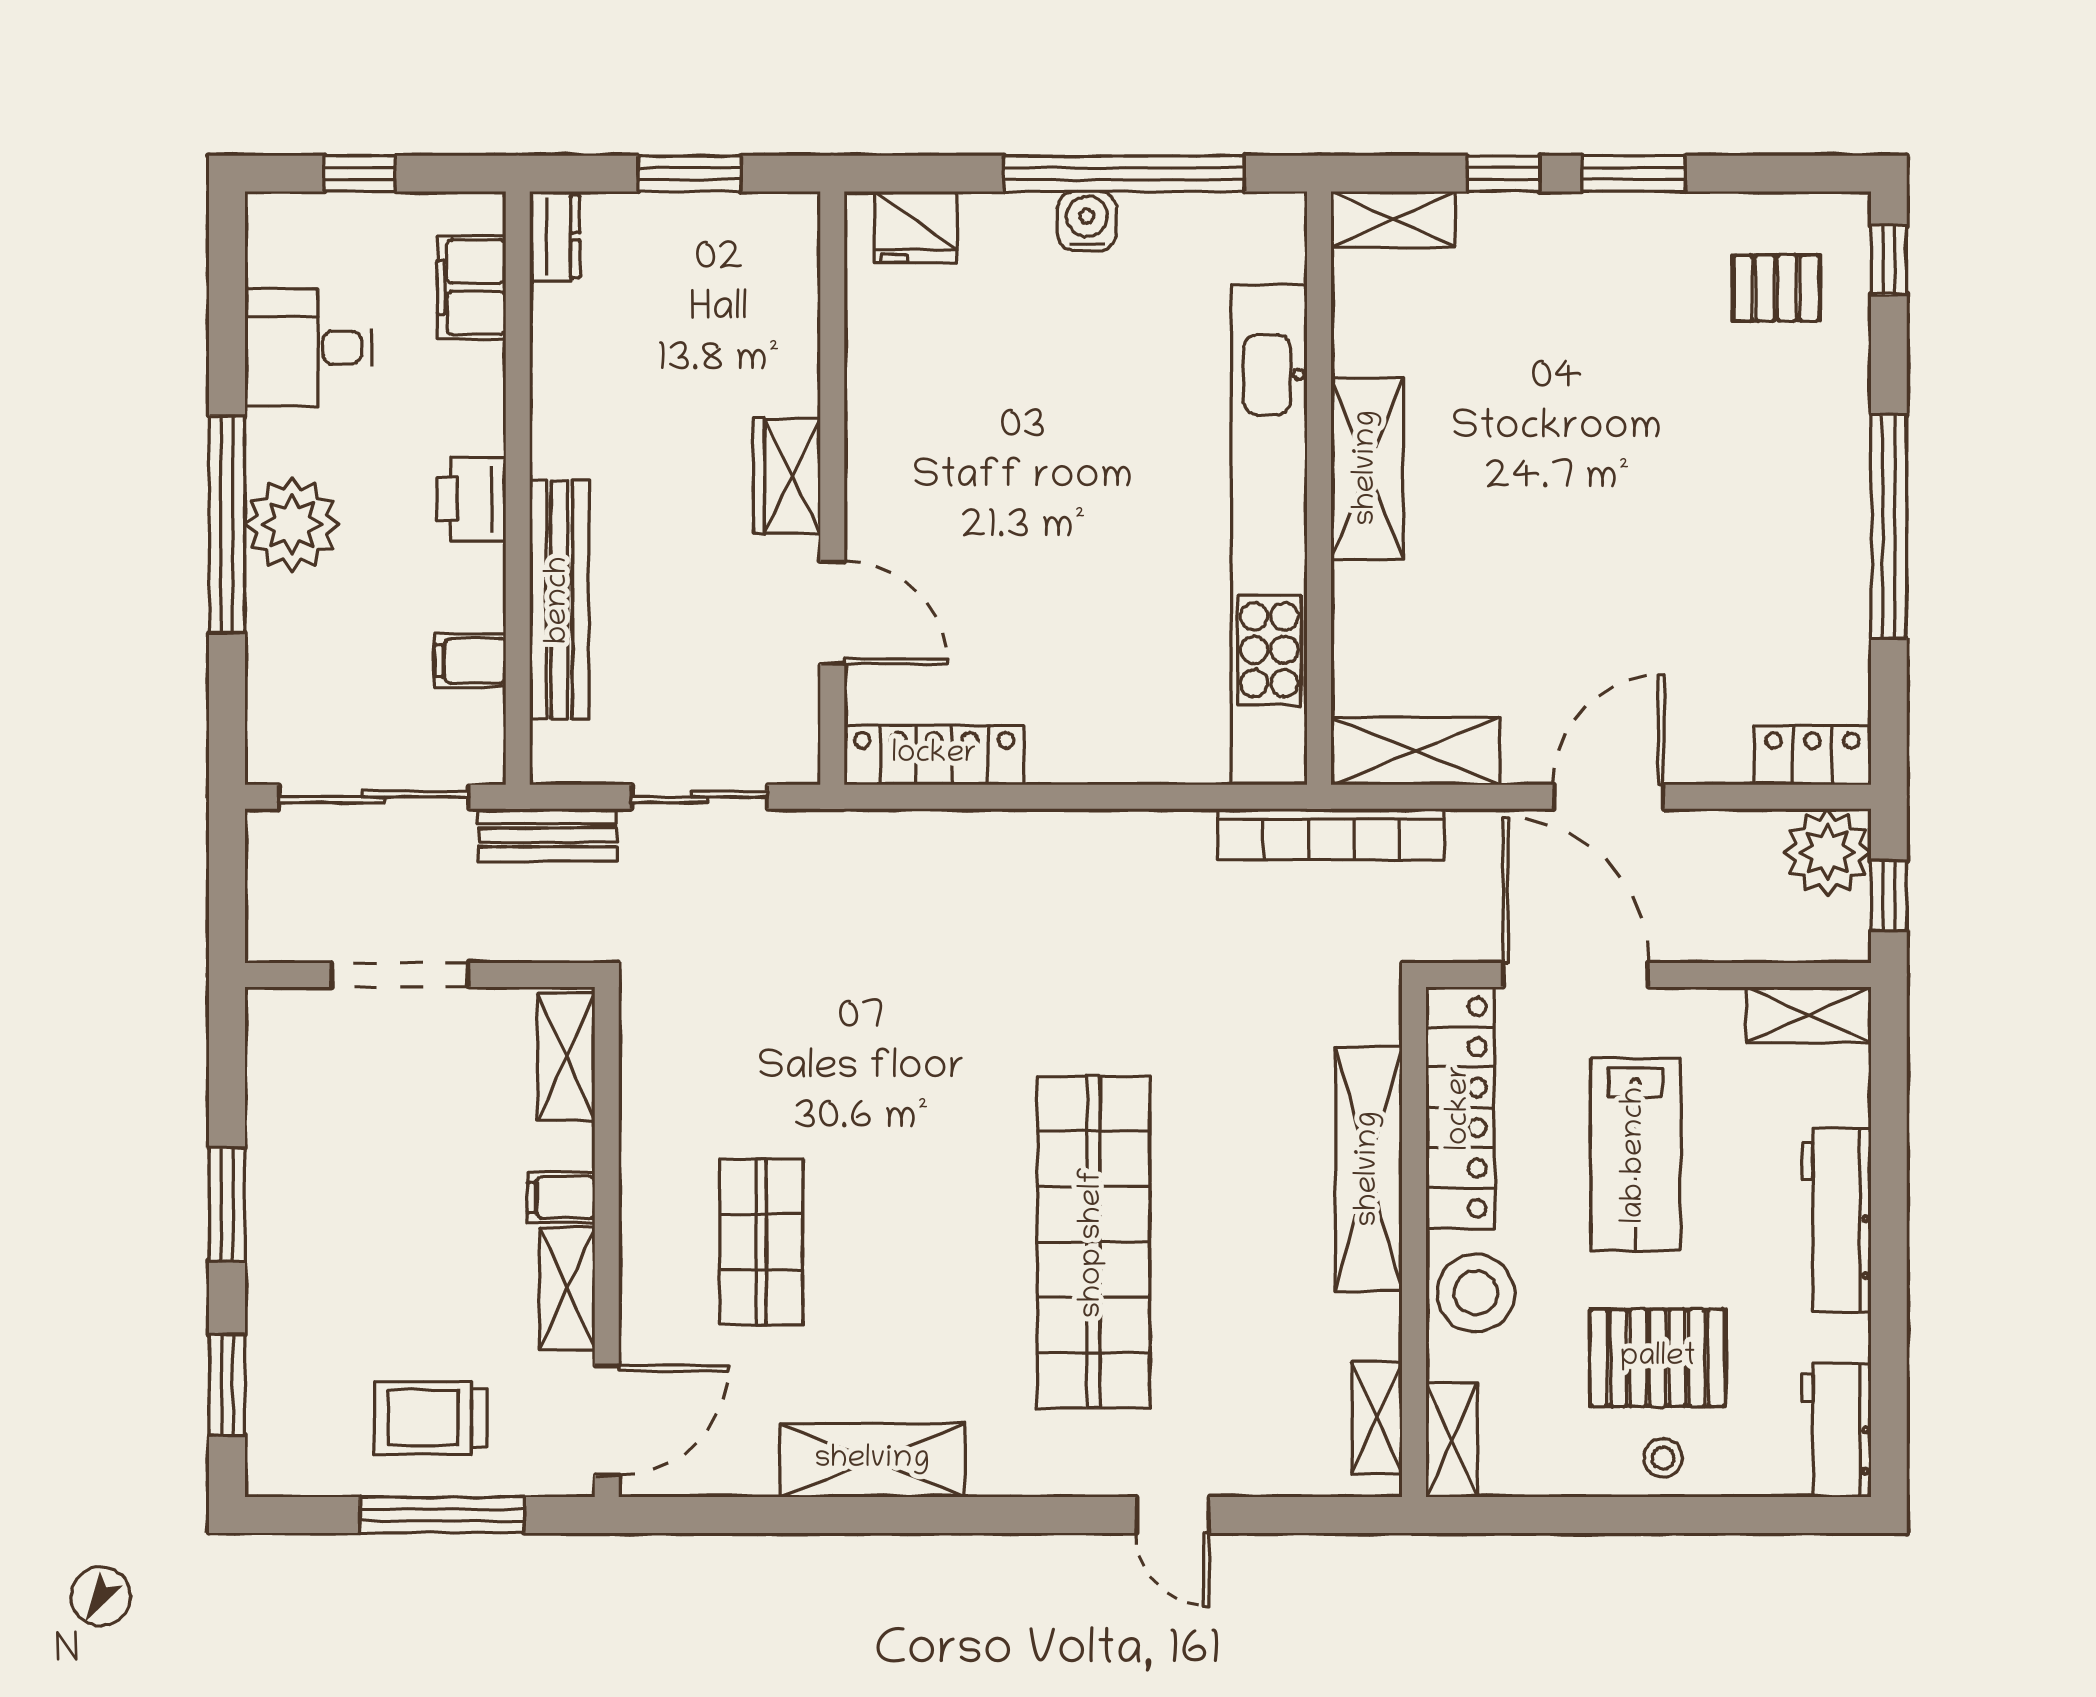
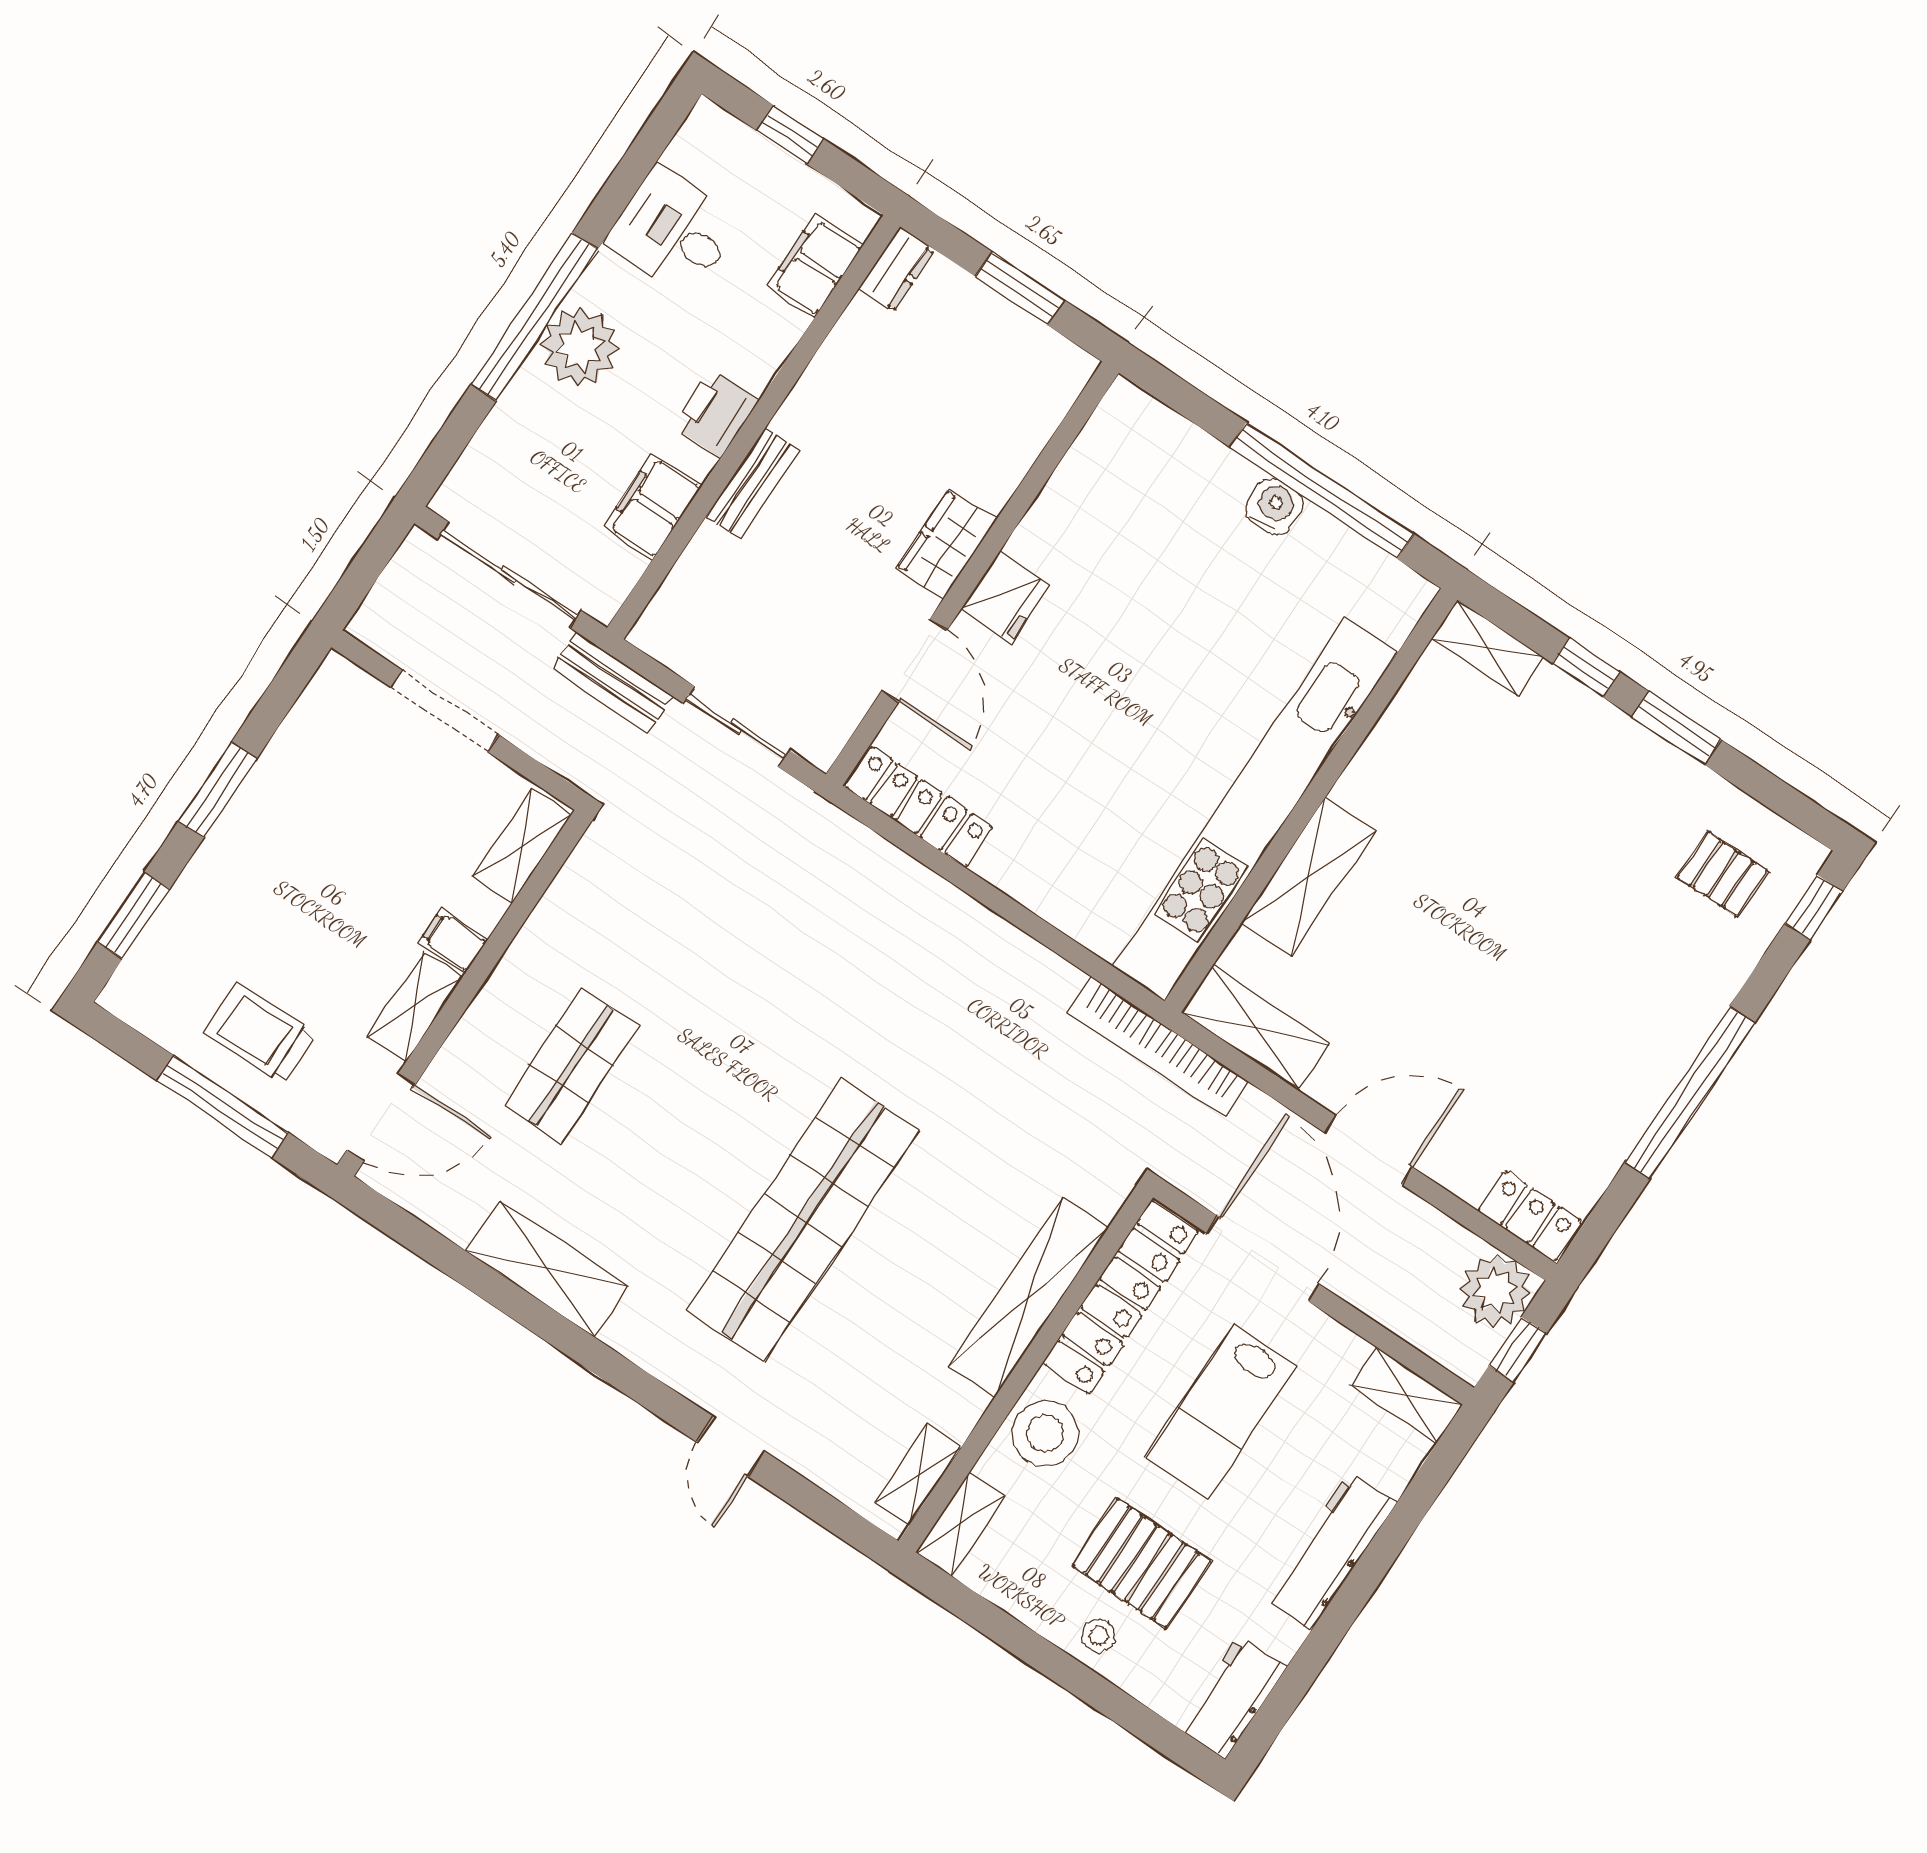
fridge: (916, 227) -> (1005, 597), moved, turned -90
shelving: (1367, 468) -> (1308, 877), moved
bench: (559, 600) -> (752, 483), width x0.54, depth x0.82
filing cabinet: (470, 661) -> (653, 506), width x2.00

